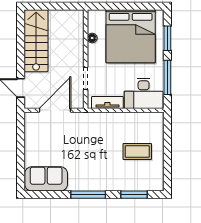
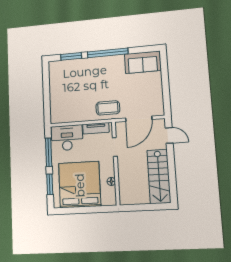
coffee table: (137, 151) -> (108, 108), moved
window: (88, 195) -> (108, 53), width x1.46

